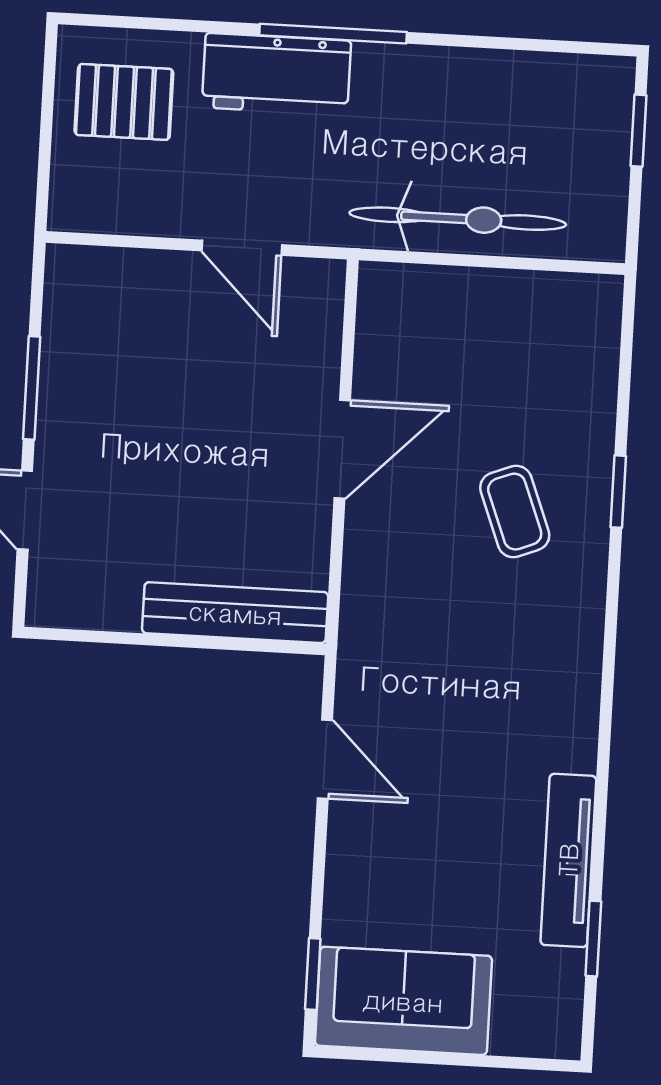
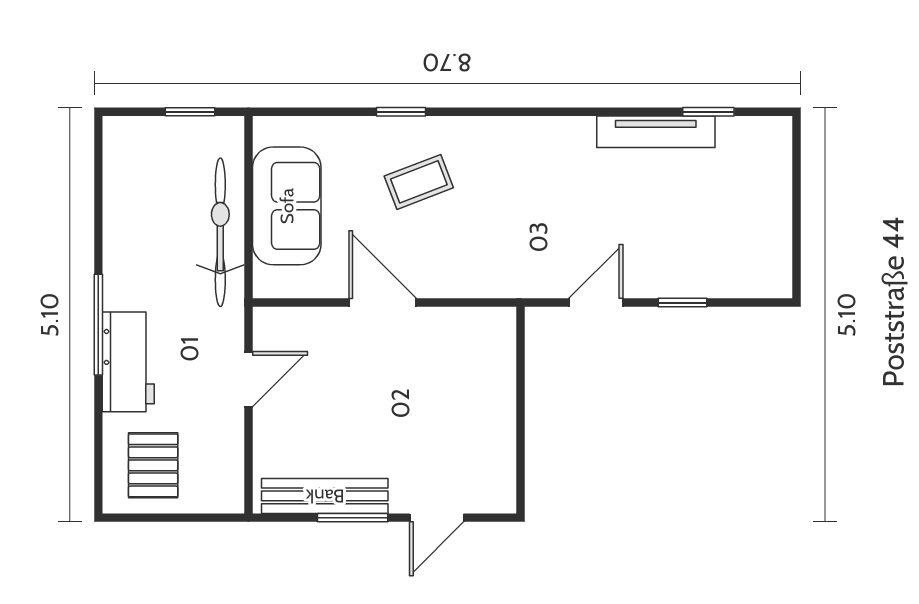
window: (638, 131) -> (190, 112), moved
bench: (235, 613) -> (325, 496), moved, turned 90
window: (313, 974) -> (683, 303), moved
sofa: (403, 1001) -> (287, 206), moved, turned 180

